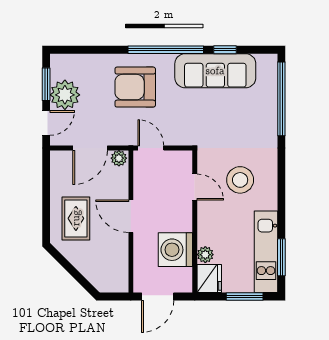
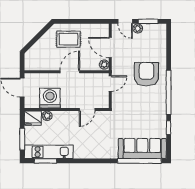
sofa: (215, 71) -> (142, 148), moved, turned 90
plant: (65, 95) -> (138, 28), width x0.53, depth x0.53
stool: (240, 180) -> (91, 136), removed

